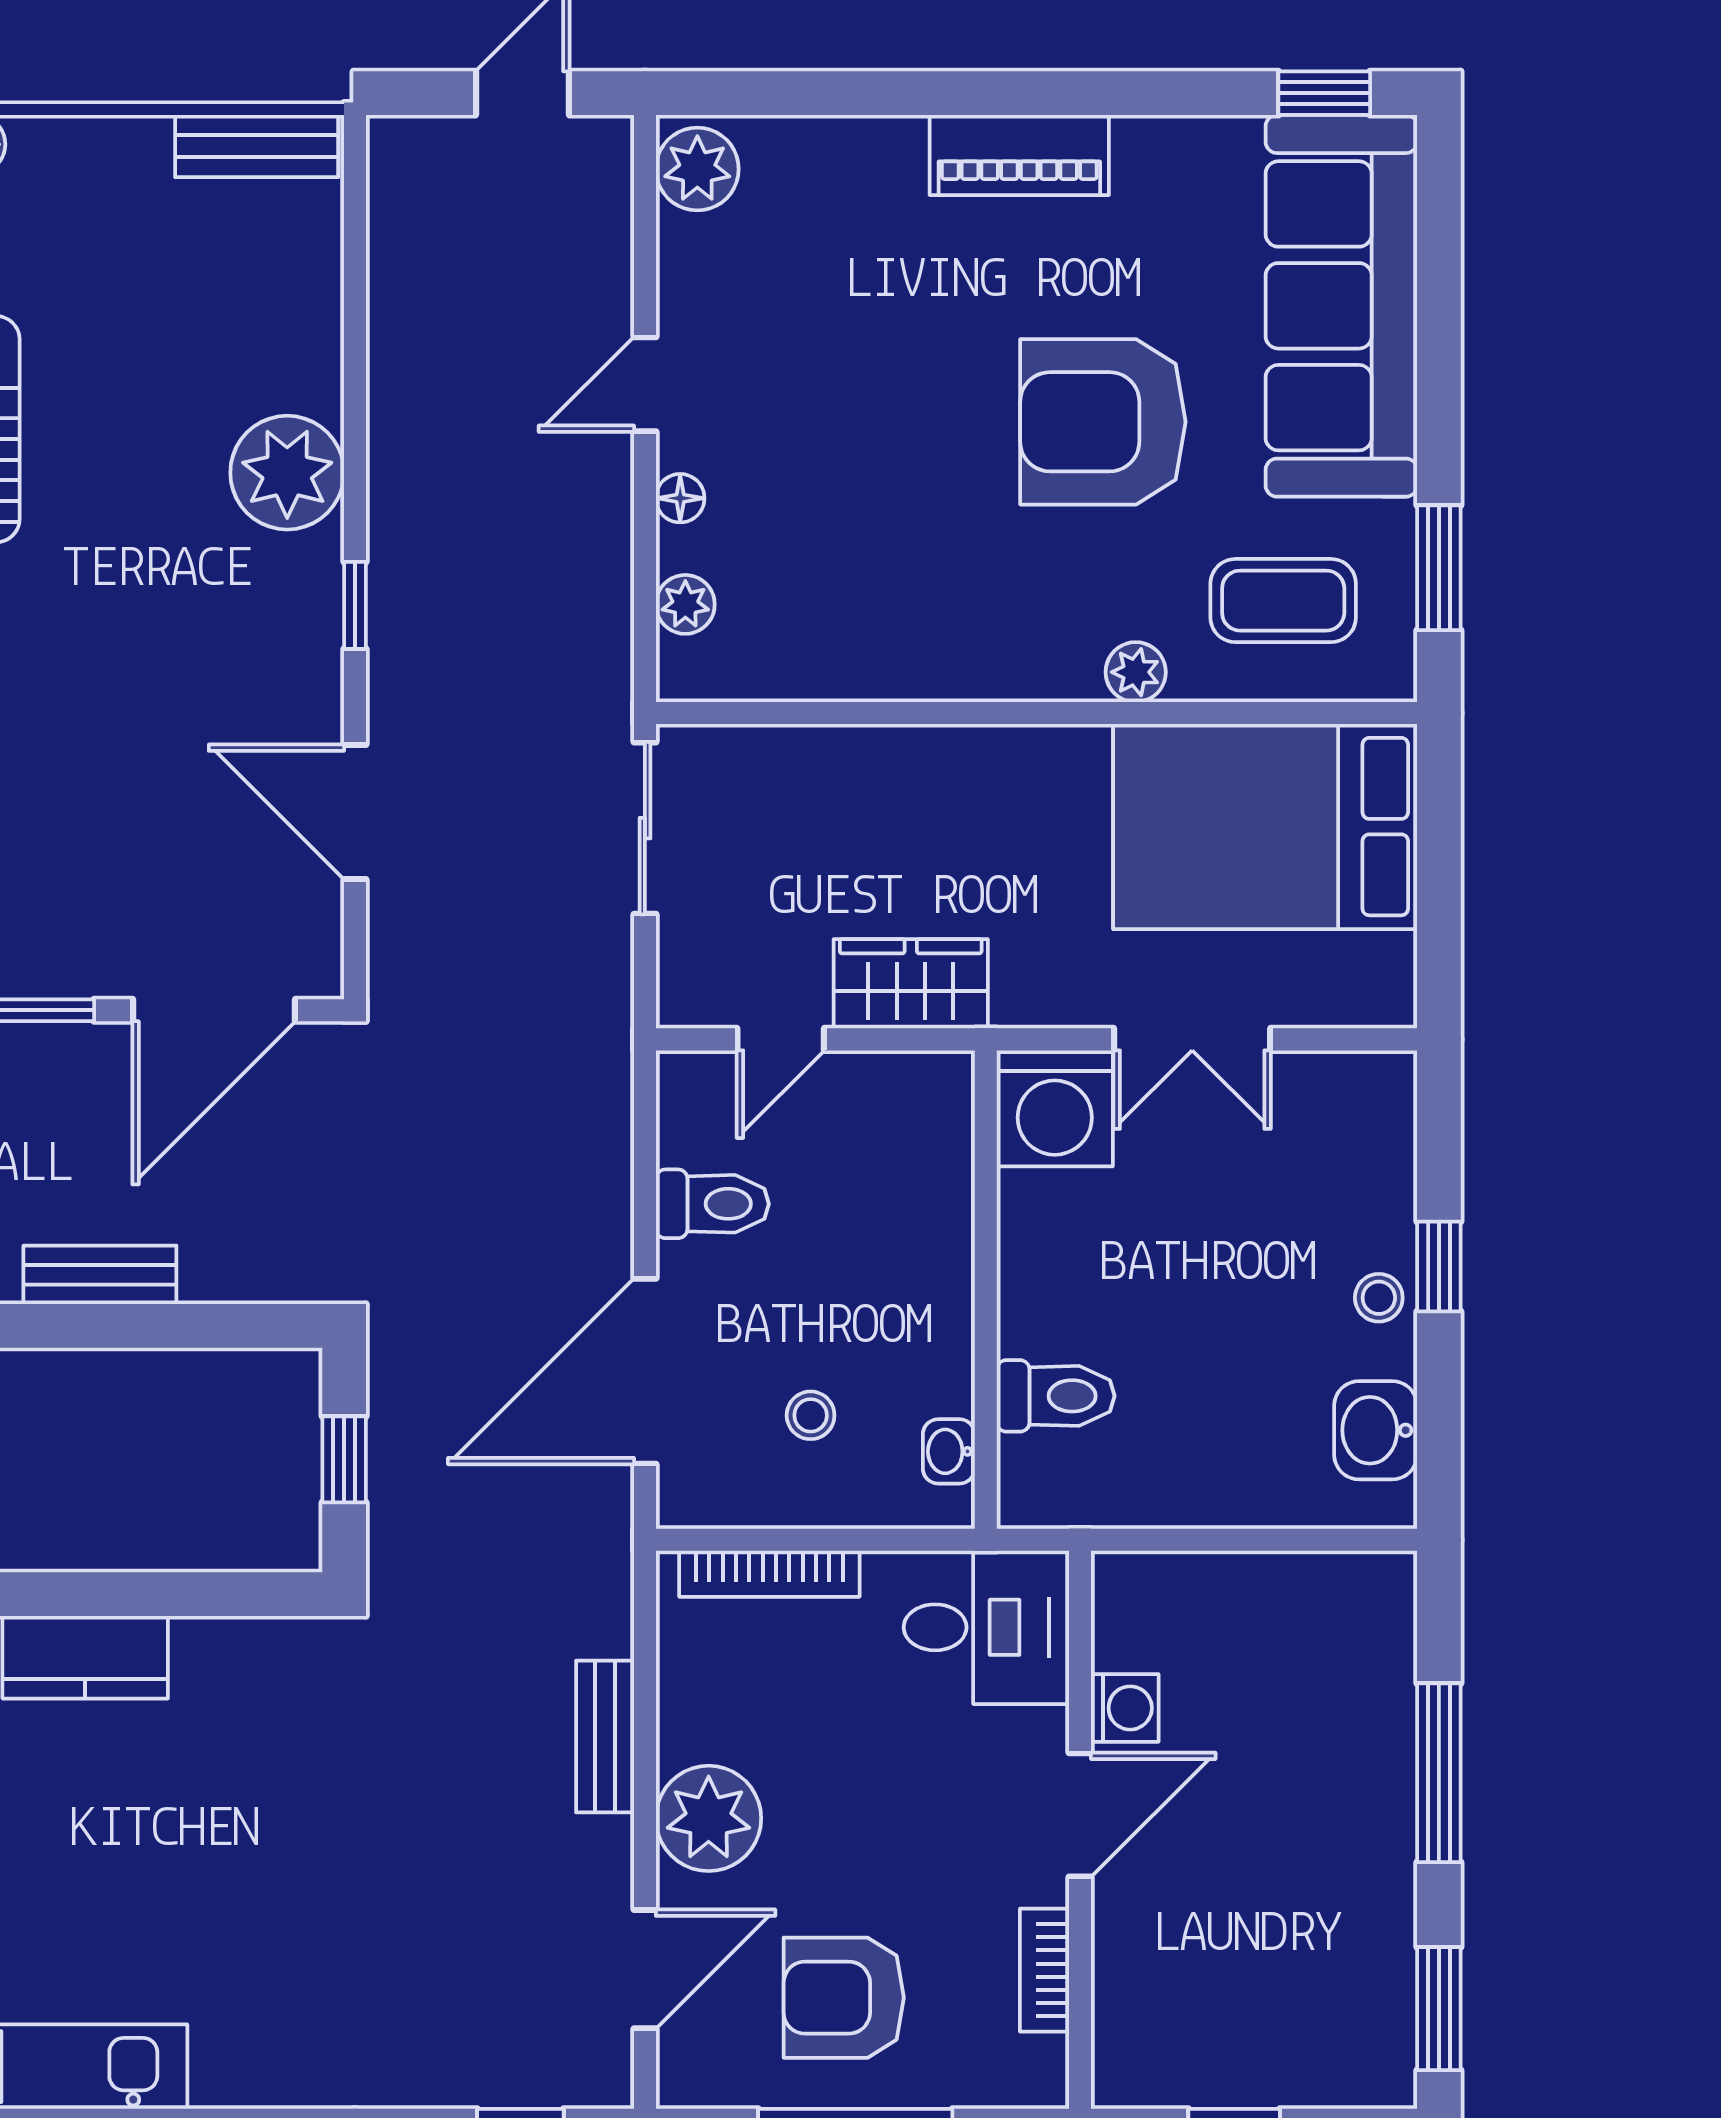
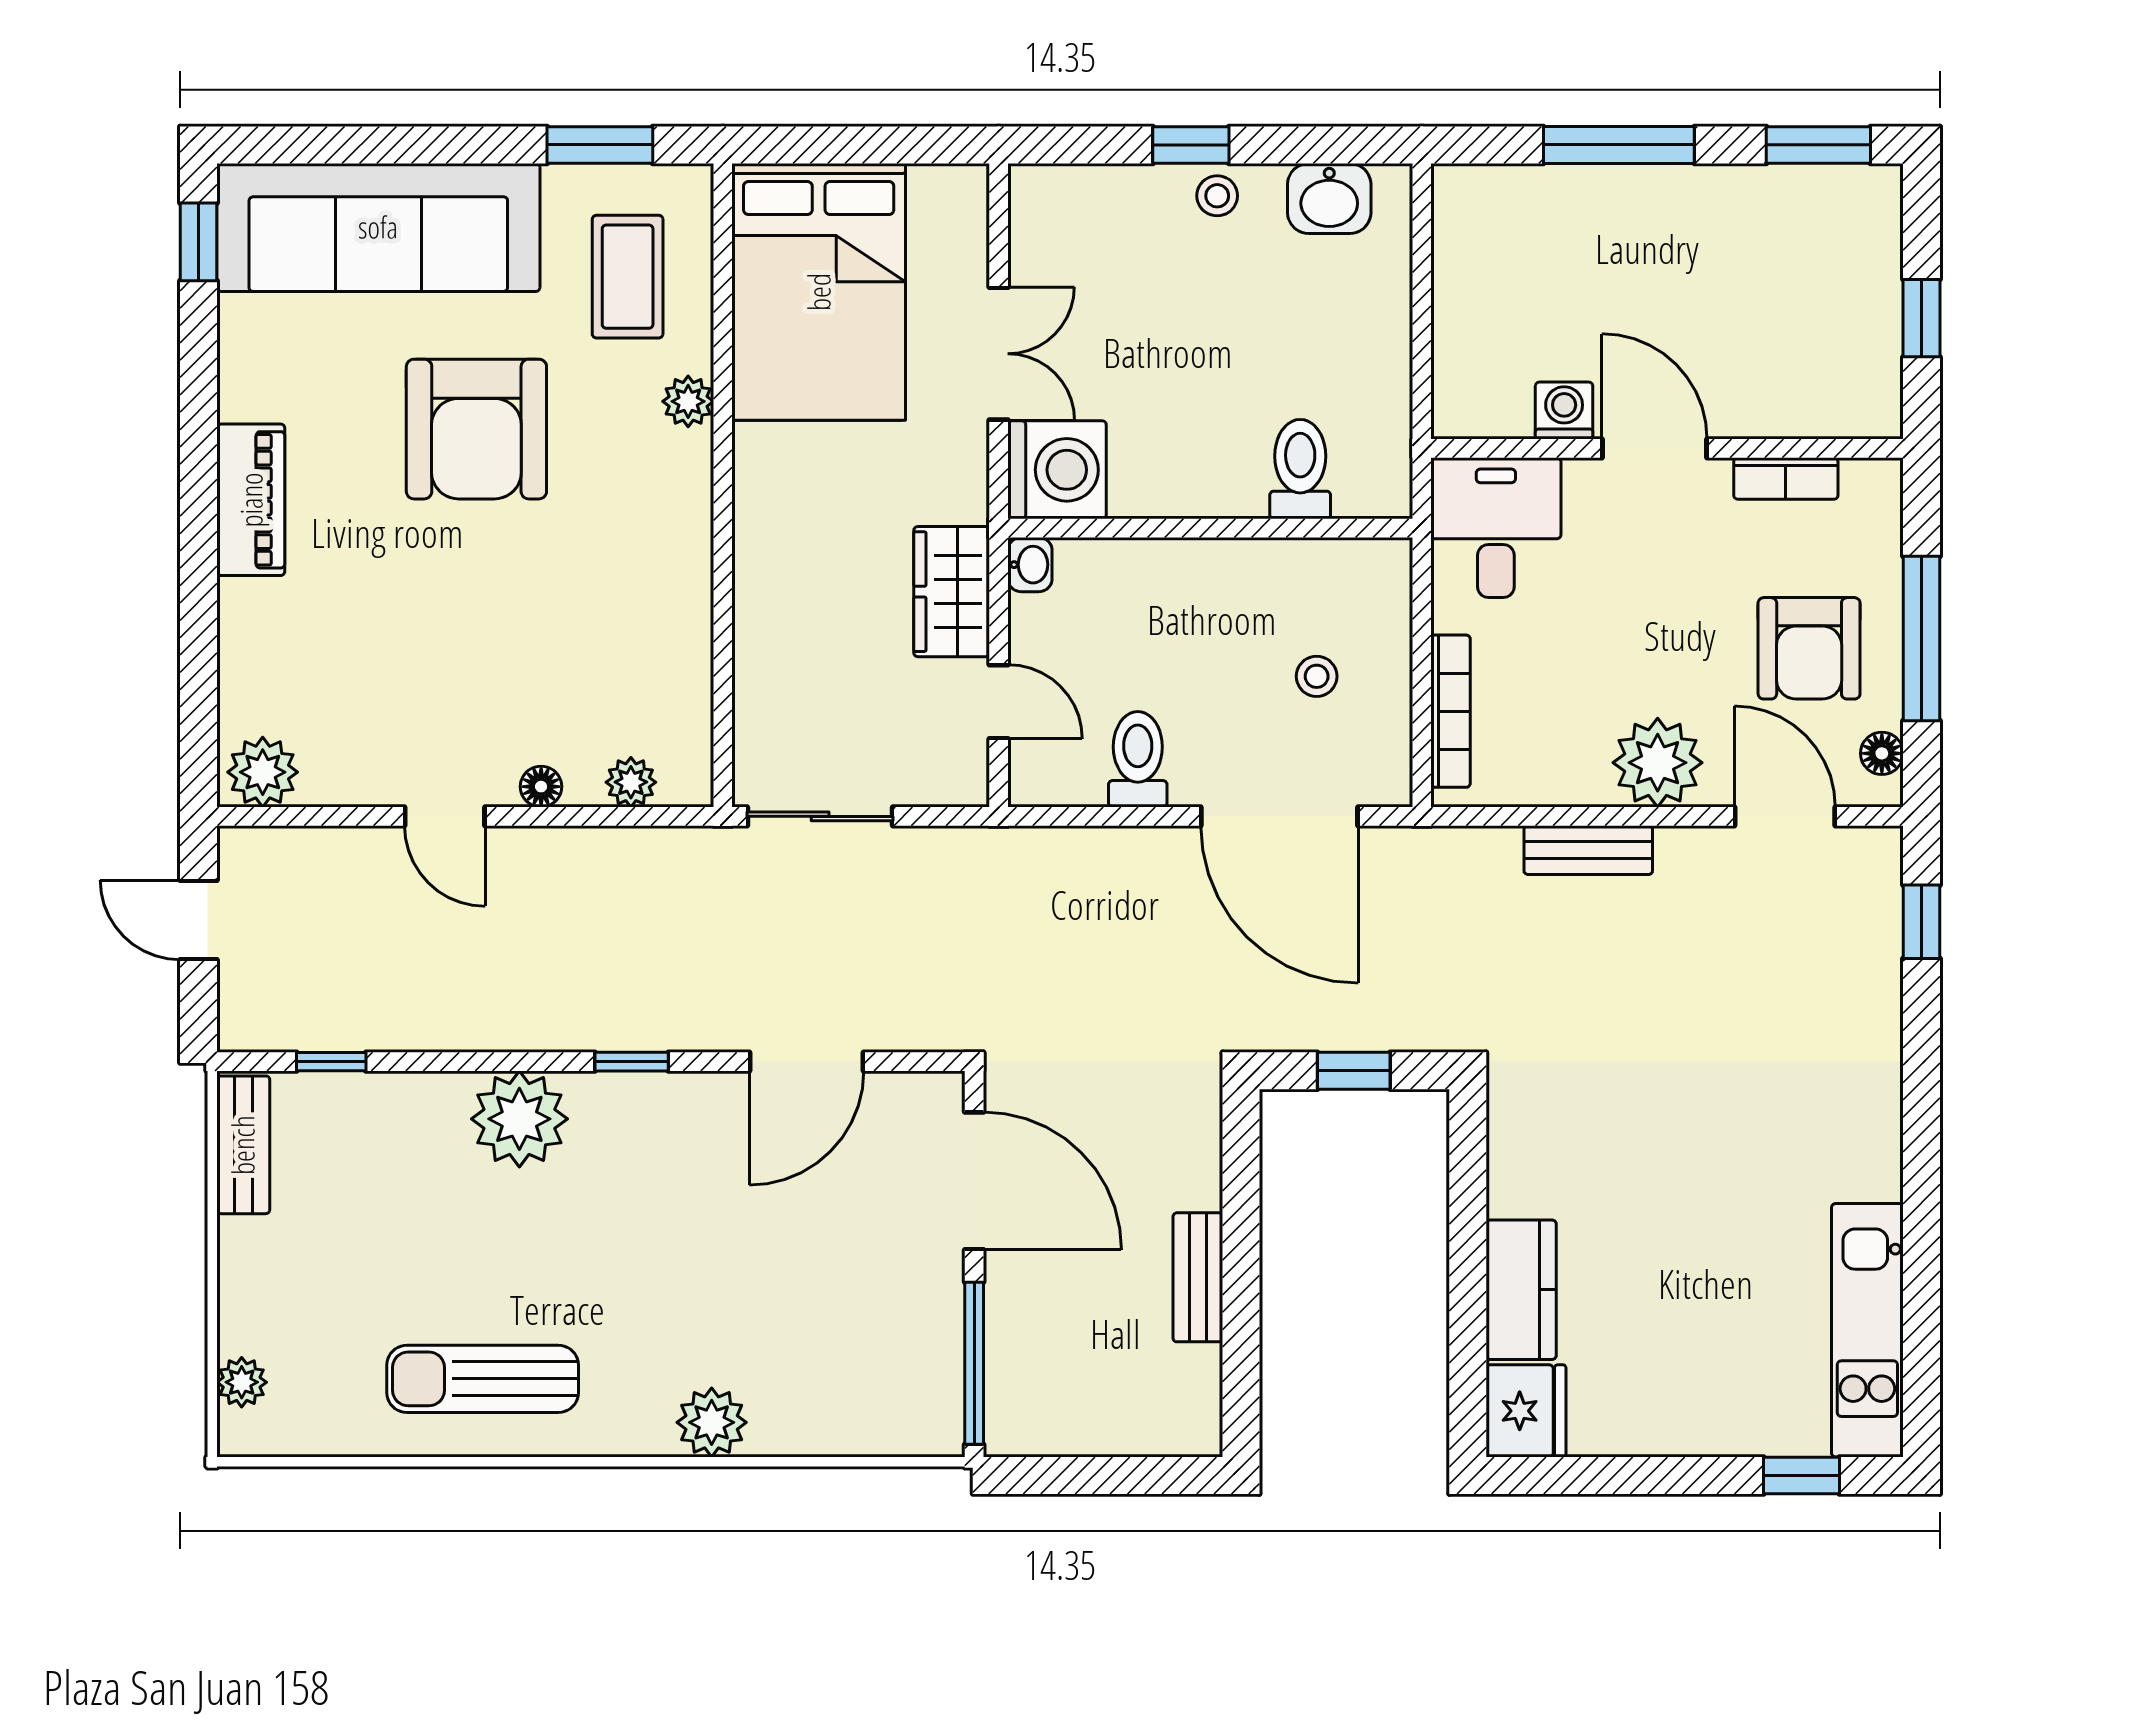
window: (355, 250) -> (331, 1062), added
washbasin: (949, 1451) -> (1030, 565), moved, turned -90
floor lamp: (719, 2084) -> (1882, 753), added

